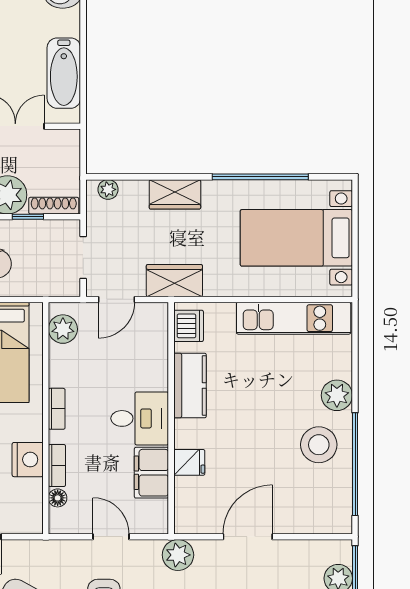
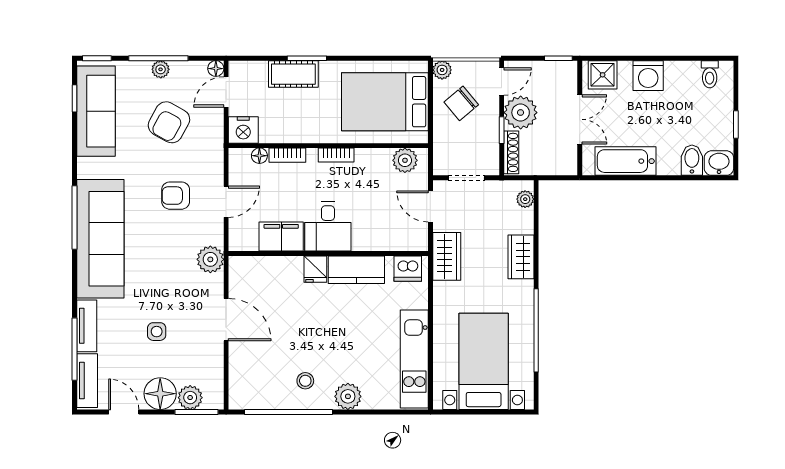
stool: (319, 445) -> (305, 381), width x0.53, depth x0.53
nightstand: (28, 460) -> (243, 130), moved
fridge: (189, 462) -> (315, 269), moved

